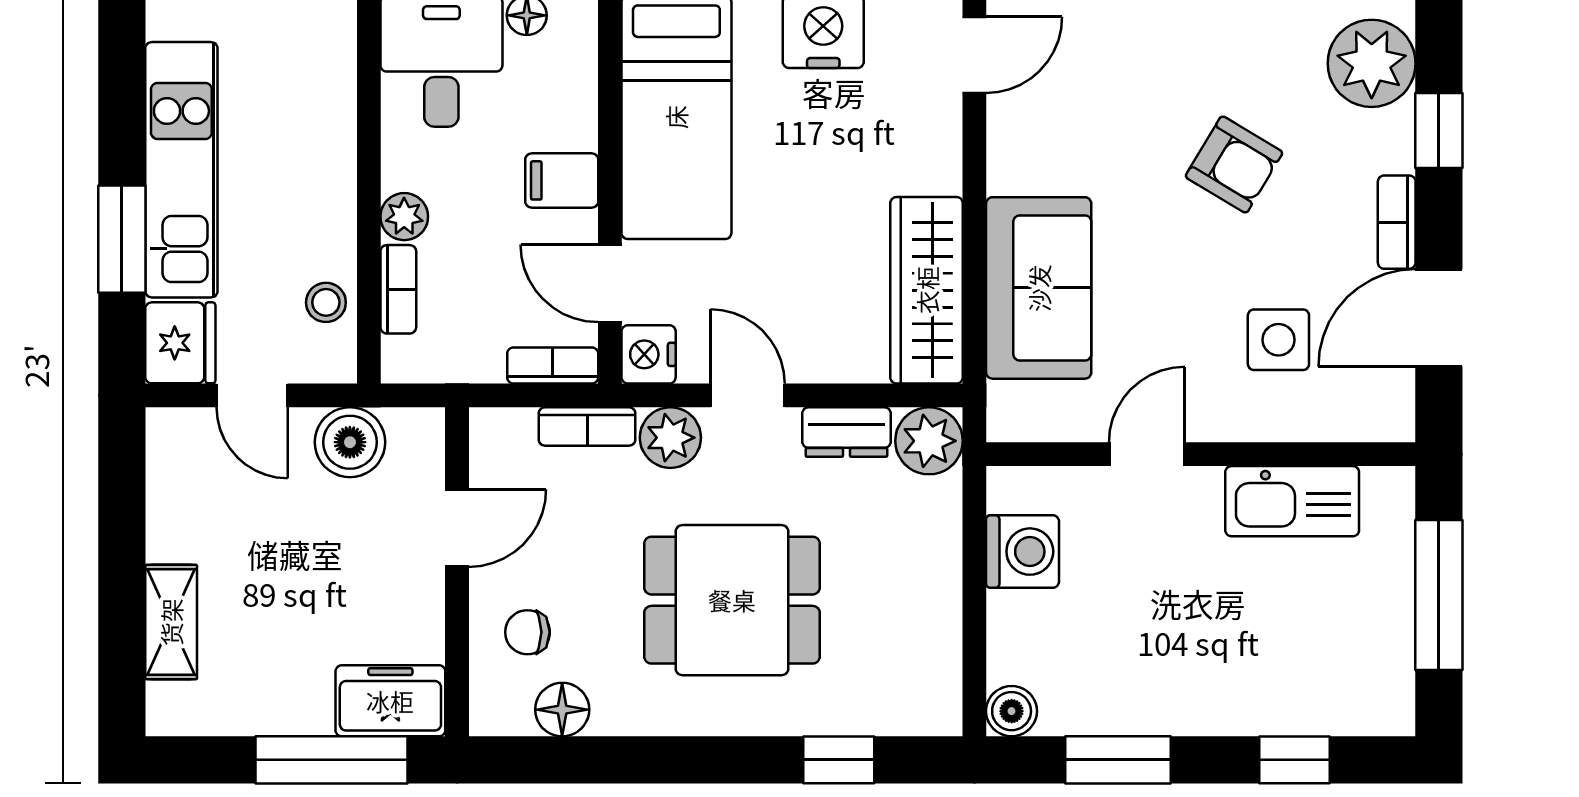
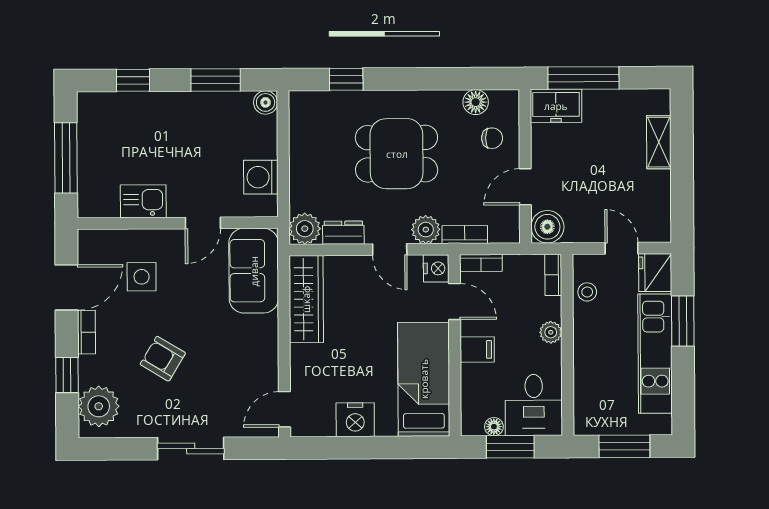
sofa: (1039, 288) -> (254, 271), moved
bookcase: (398, 289) -> (553, 275), moved
boiler: (350, 442) -> (547, 227), moved
kitchen sink: (1292, 501) -> (143, 201), width x0.73

